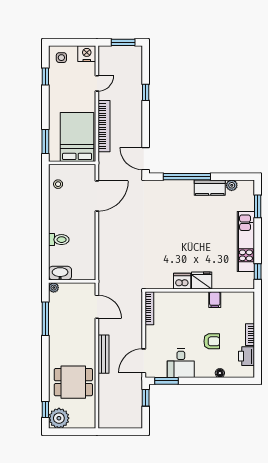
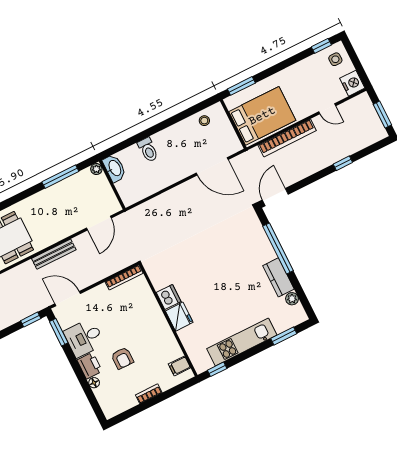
window: (45, 77) -> (321, 46), moved
filing cabinet: (215, 300) -> (179, 366), moved
printer: (247, 356) -> (90, 366), moved, turned 90

